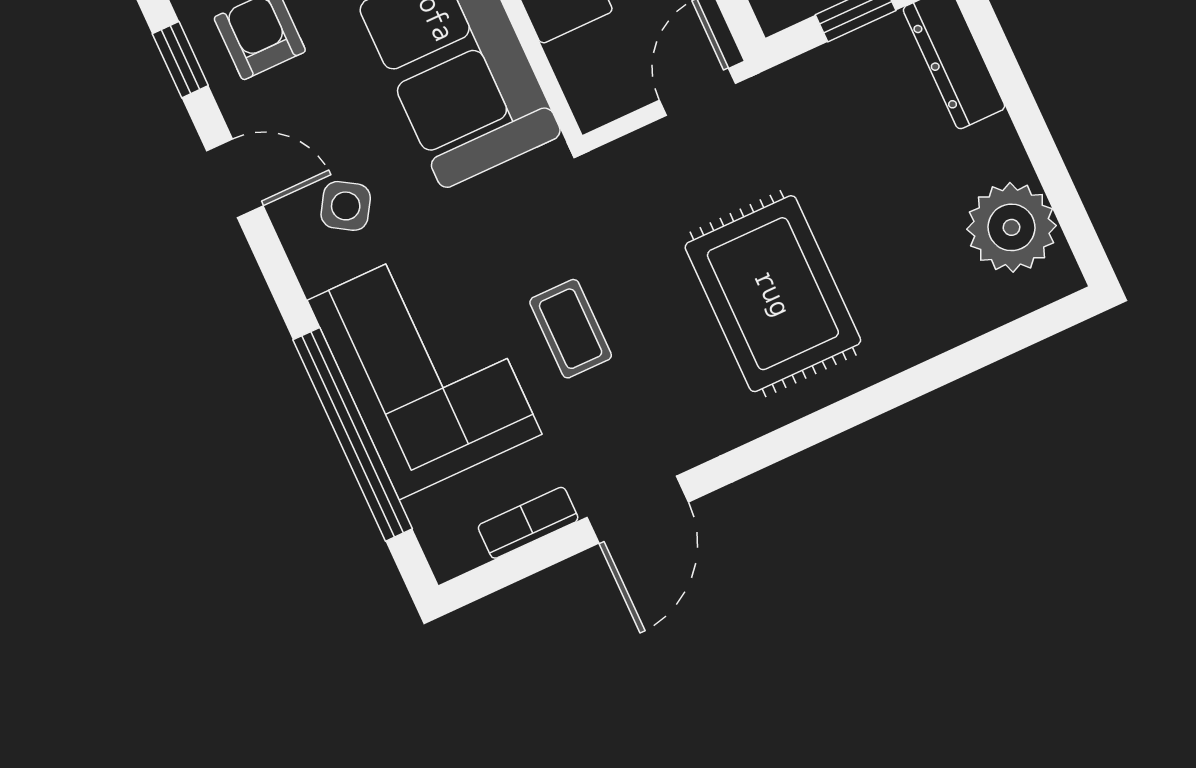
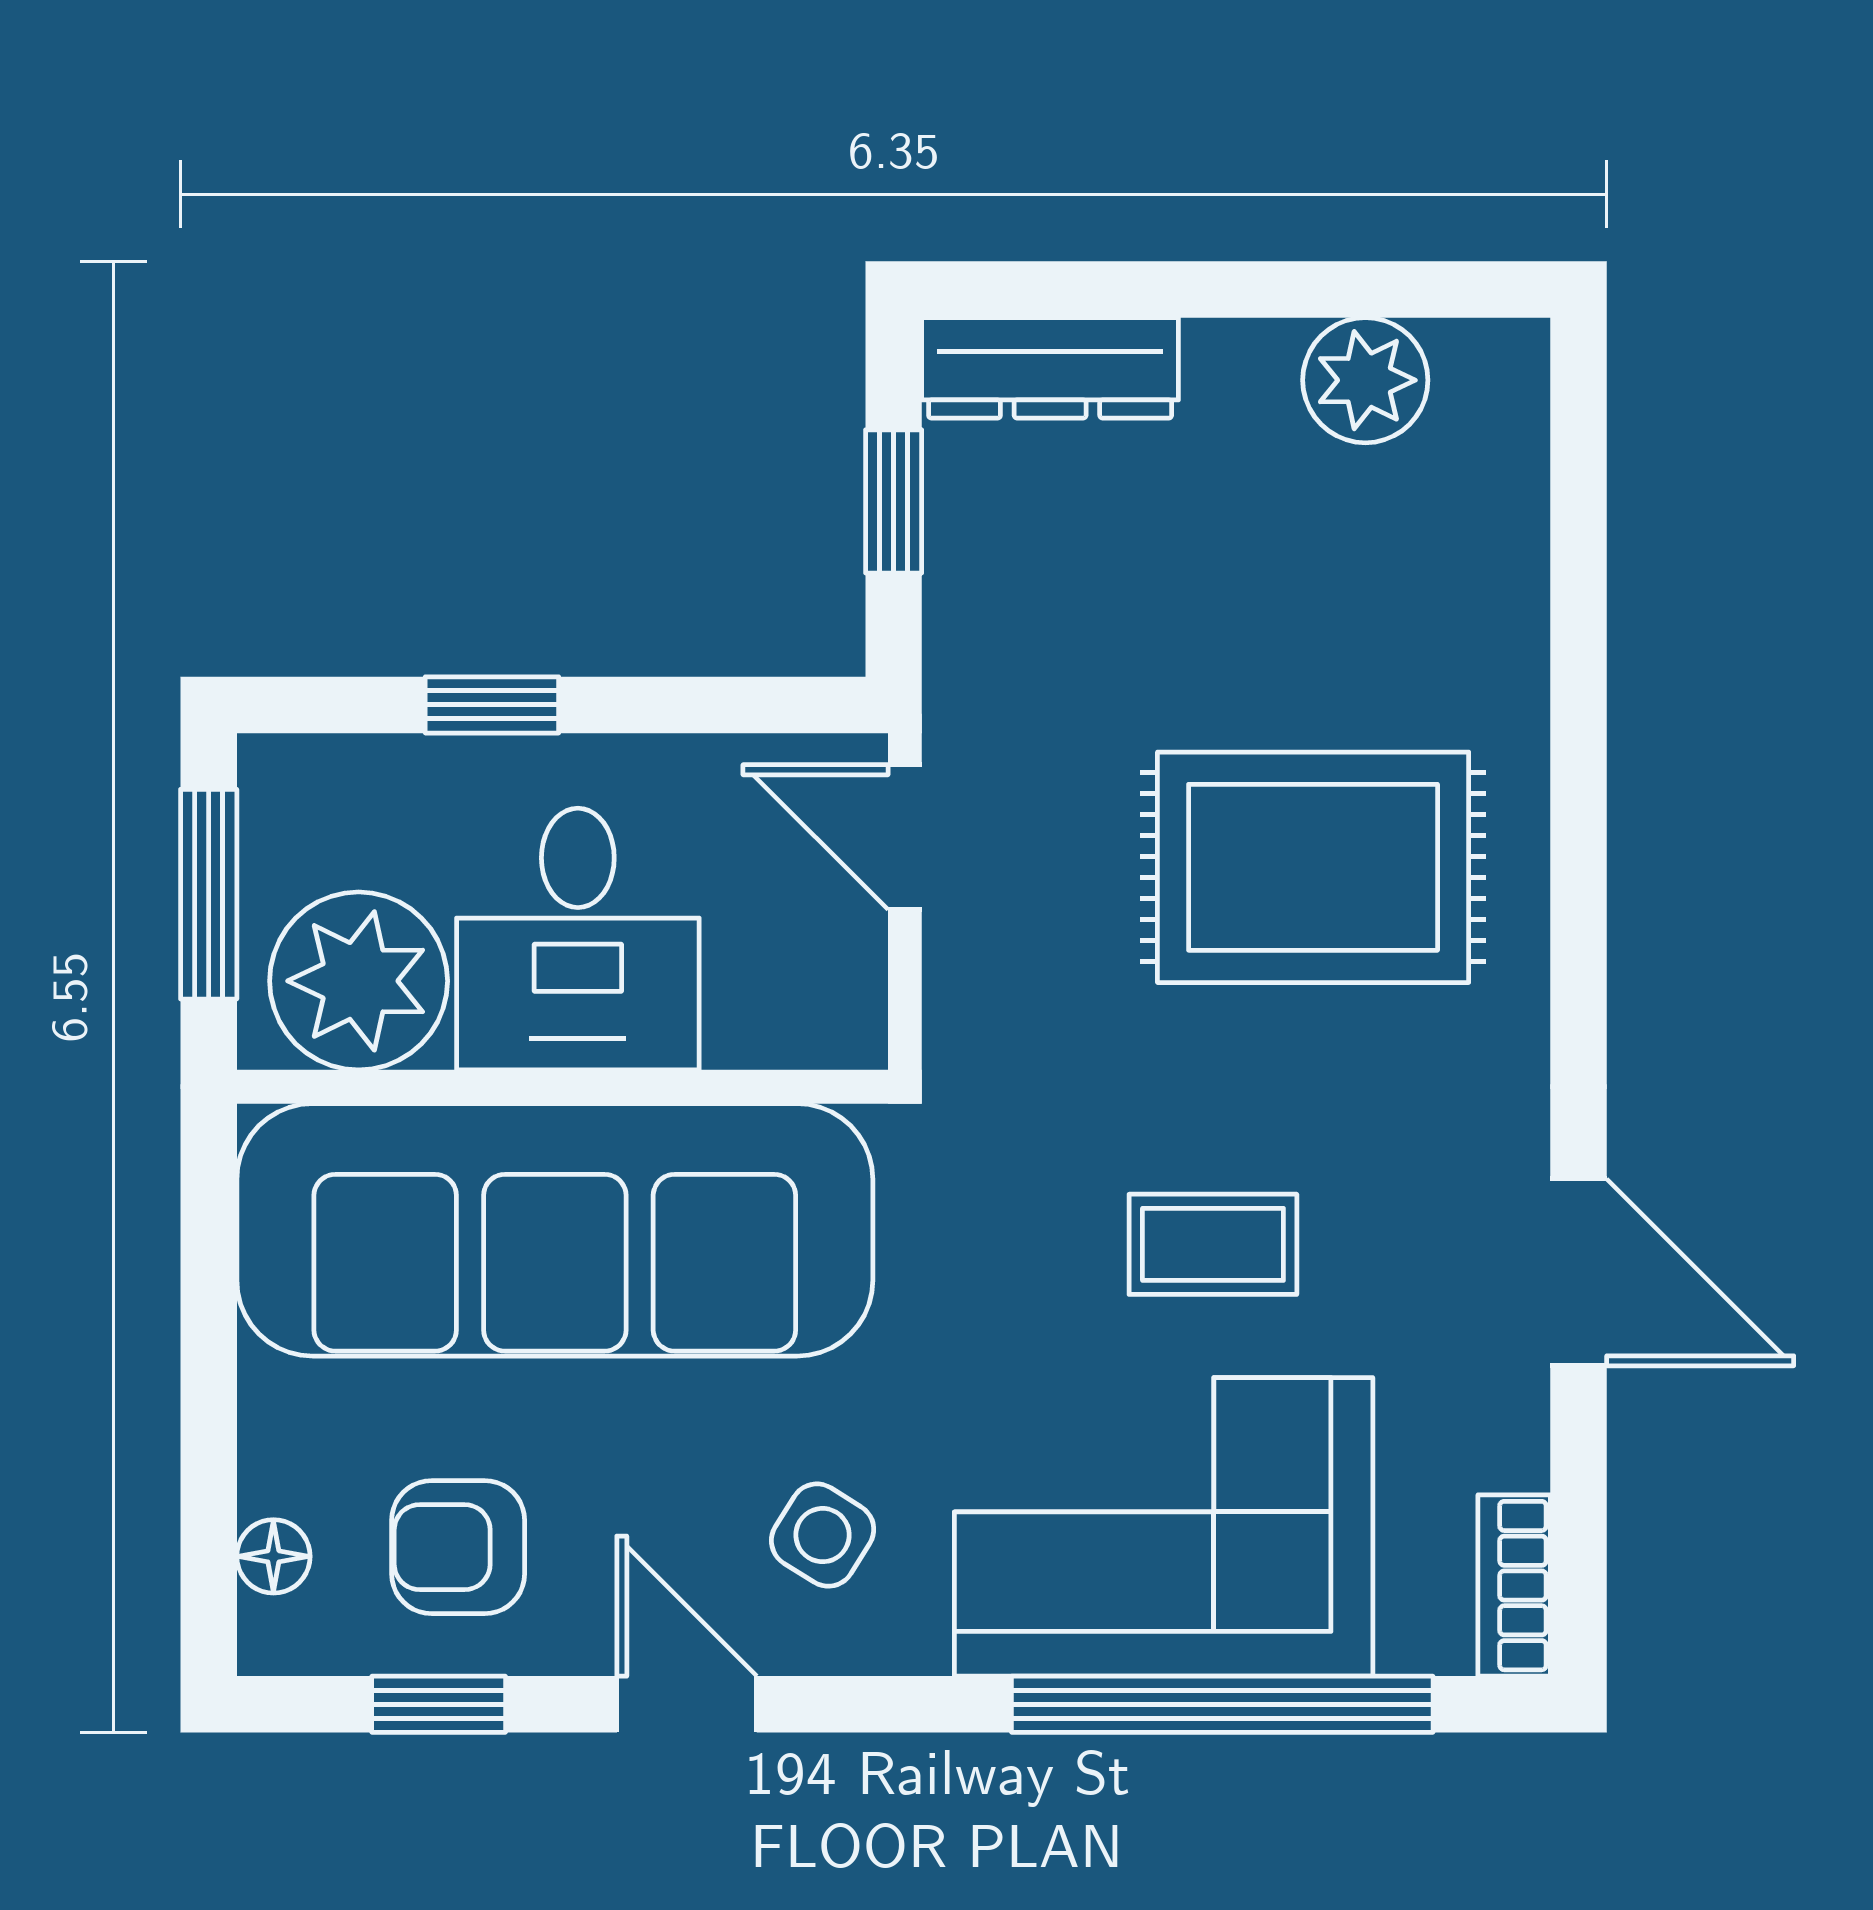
door: (235, 178) -> (687, 1704), hinge flipped
plant: (1012, 227) -> (1365, 380), width x0.73, depth x0.73
bookcase: (528, 523) -> (1514, 1586), moved

